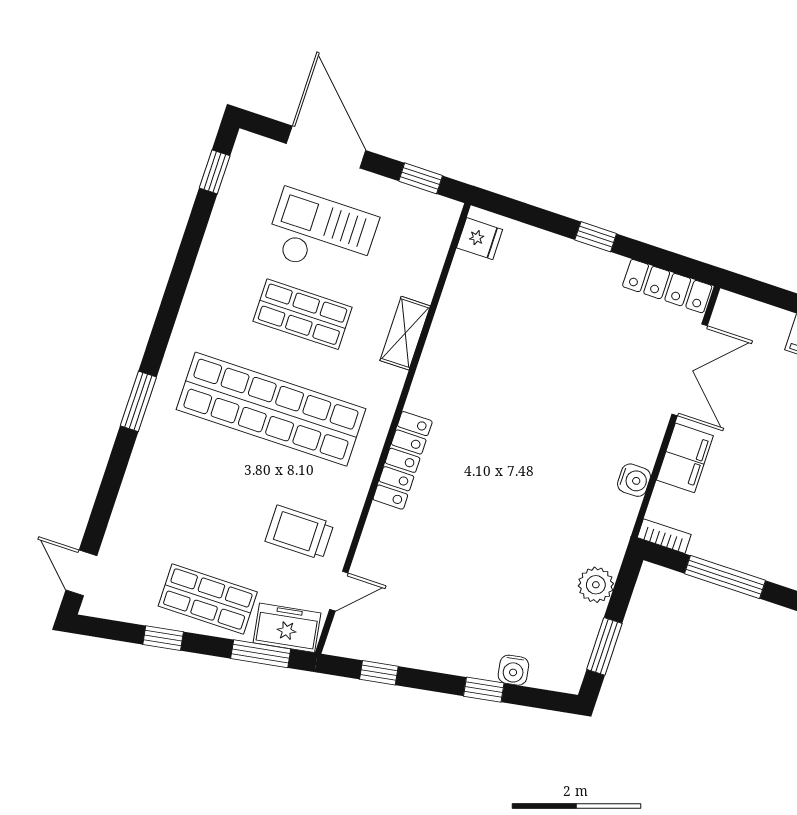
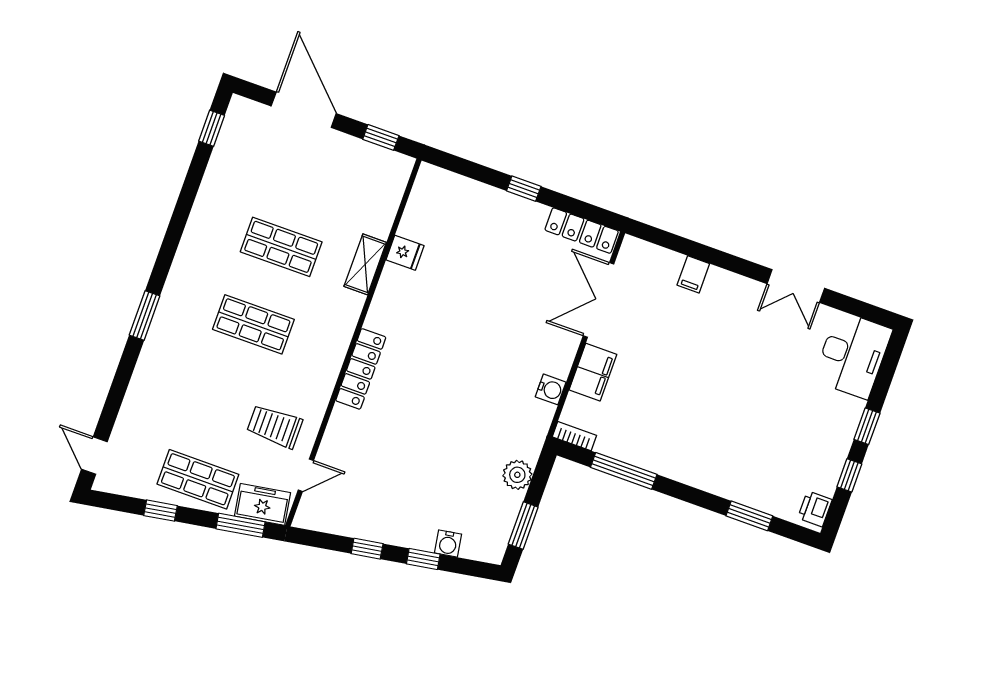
checkout: (321, 235) -> (298, 182), removed
fridge: (480, 239) -> (405, 253), moved
double door: (690, 370) -> (598, 300), swing flipped
shop shelf: (271, 409) -> (253, 324), width x0.50, depth x0.74
window: (379, 673) -> (367, 549), moved

